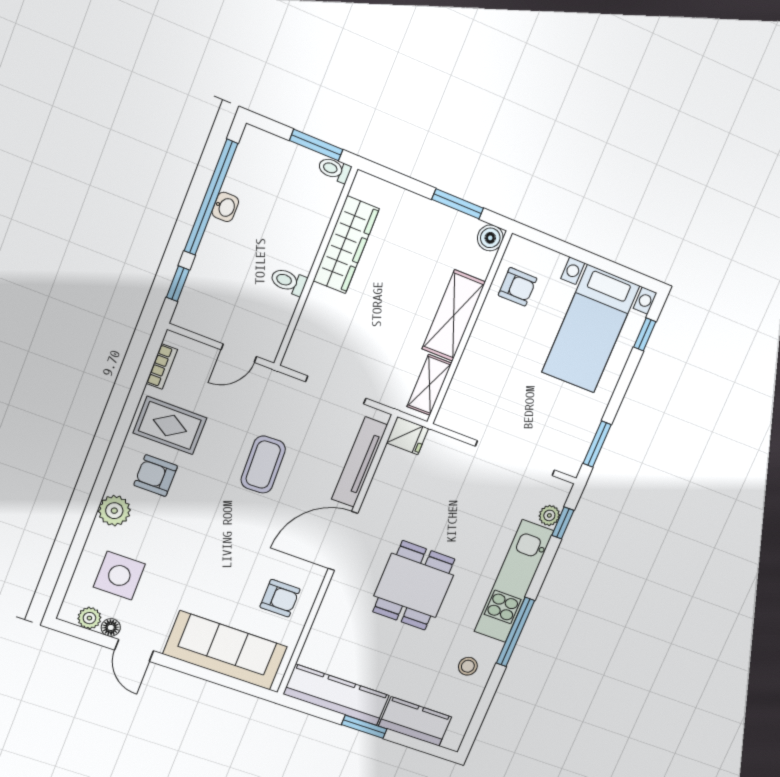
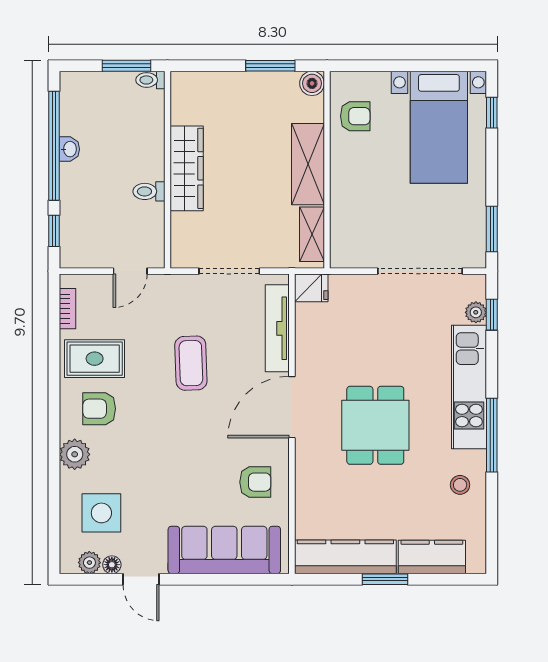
wardrobe: (346, 245) -> (187, 168), moved

